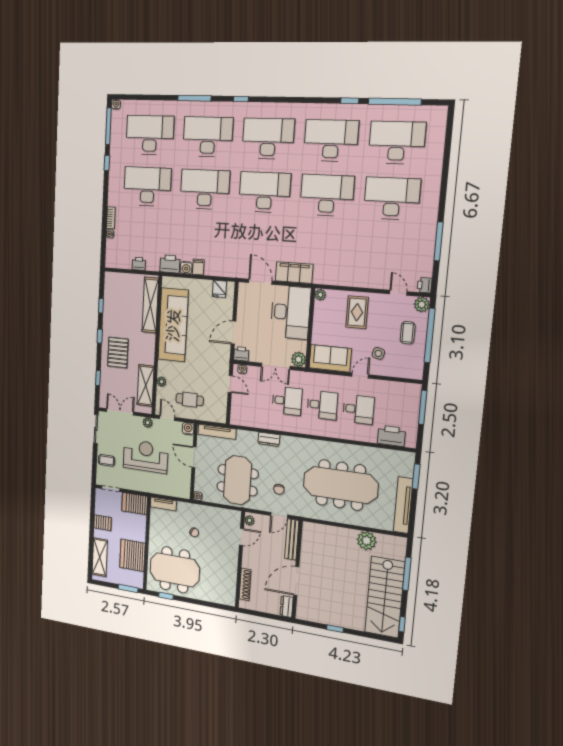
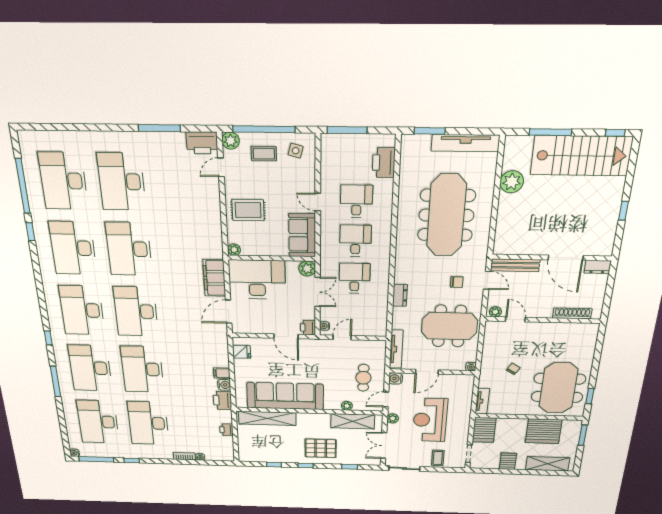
printer: (425, 285) -> (202, 143), width x1.87, depth x1.48
side table: (378, 353) -> (296, 151), moved

